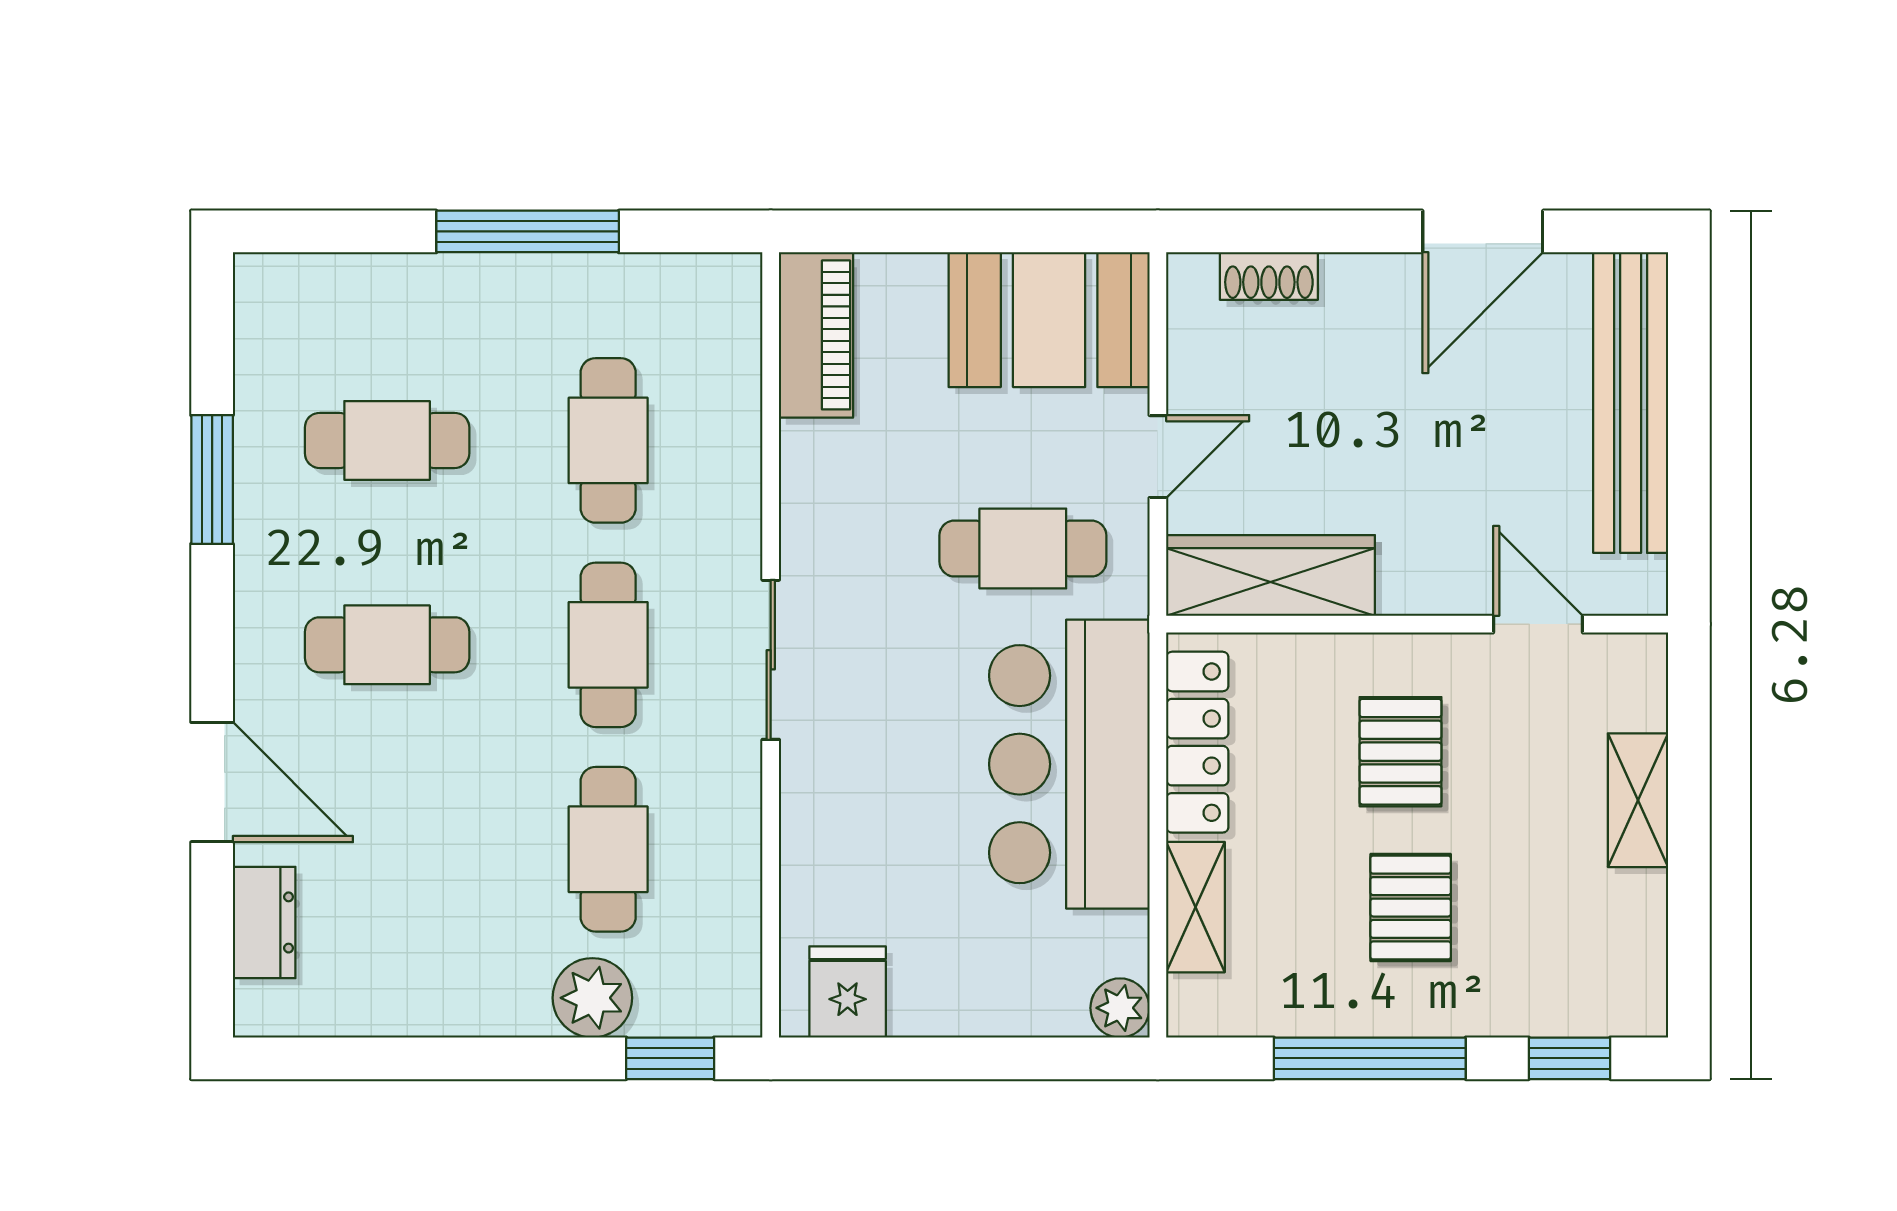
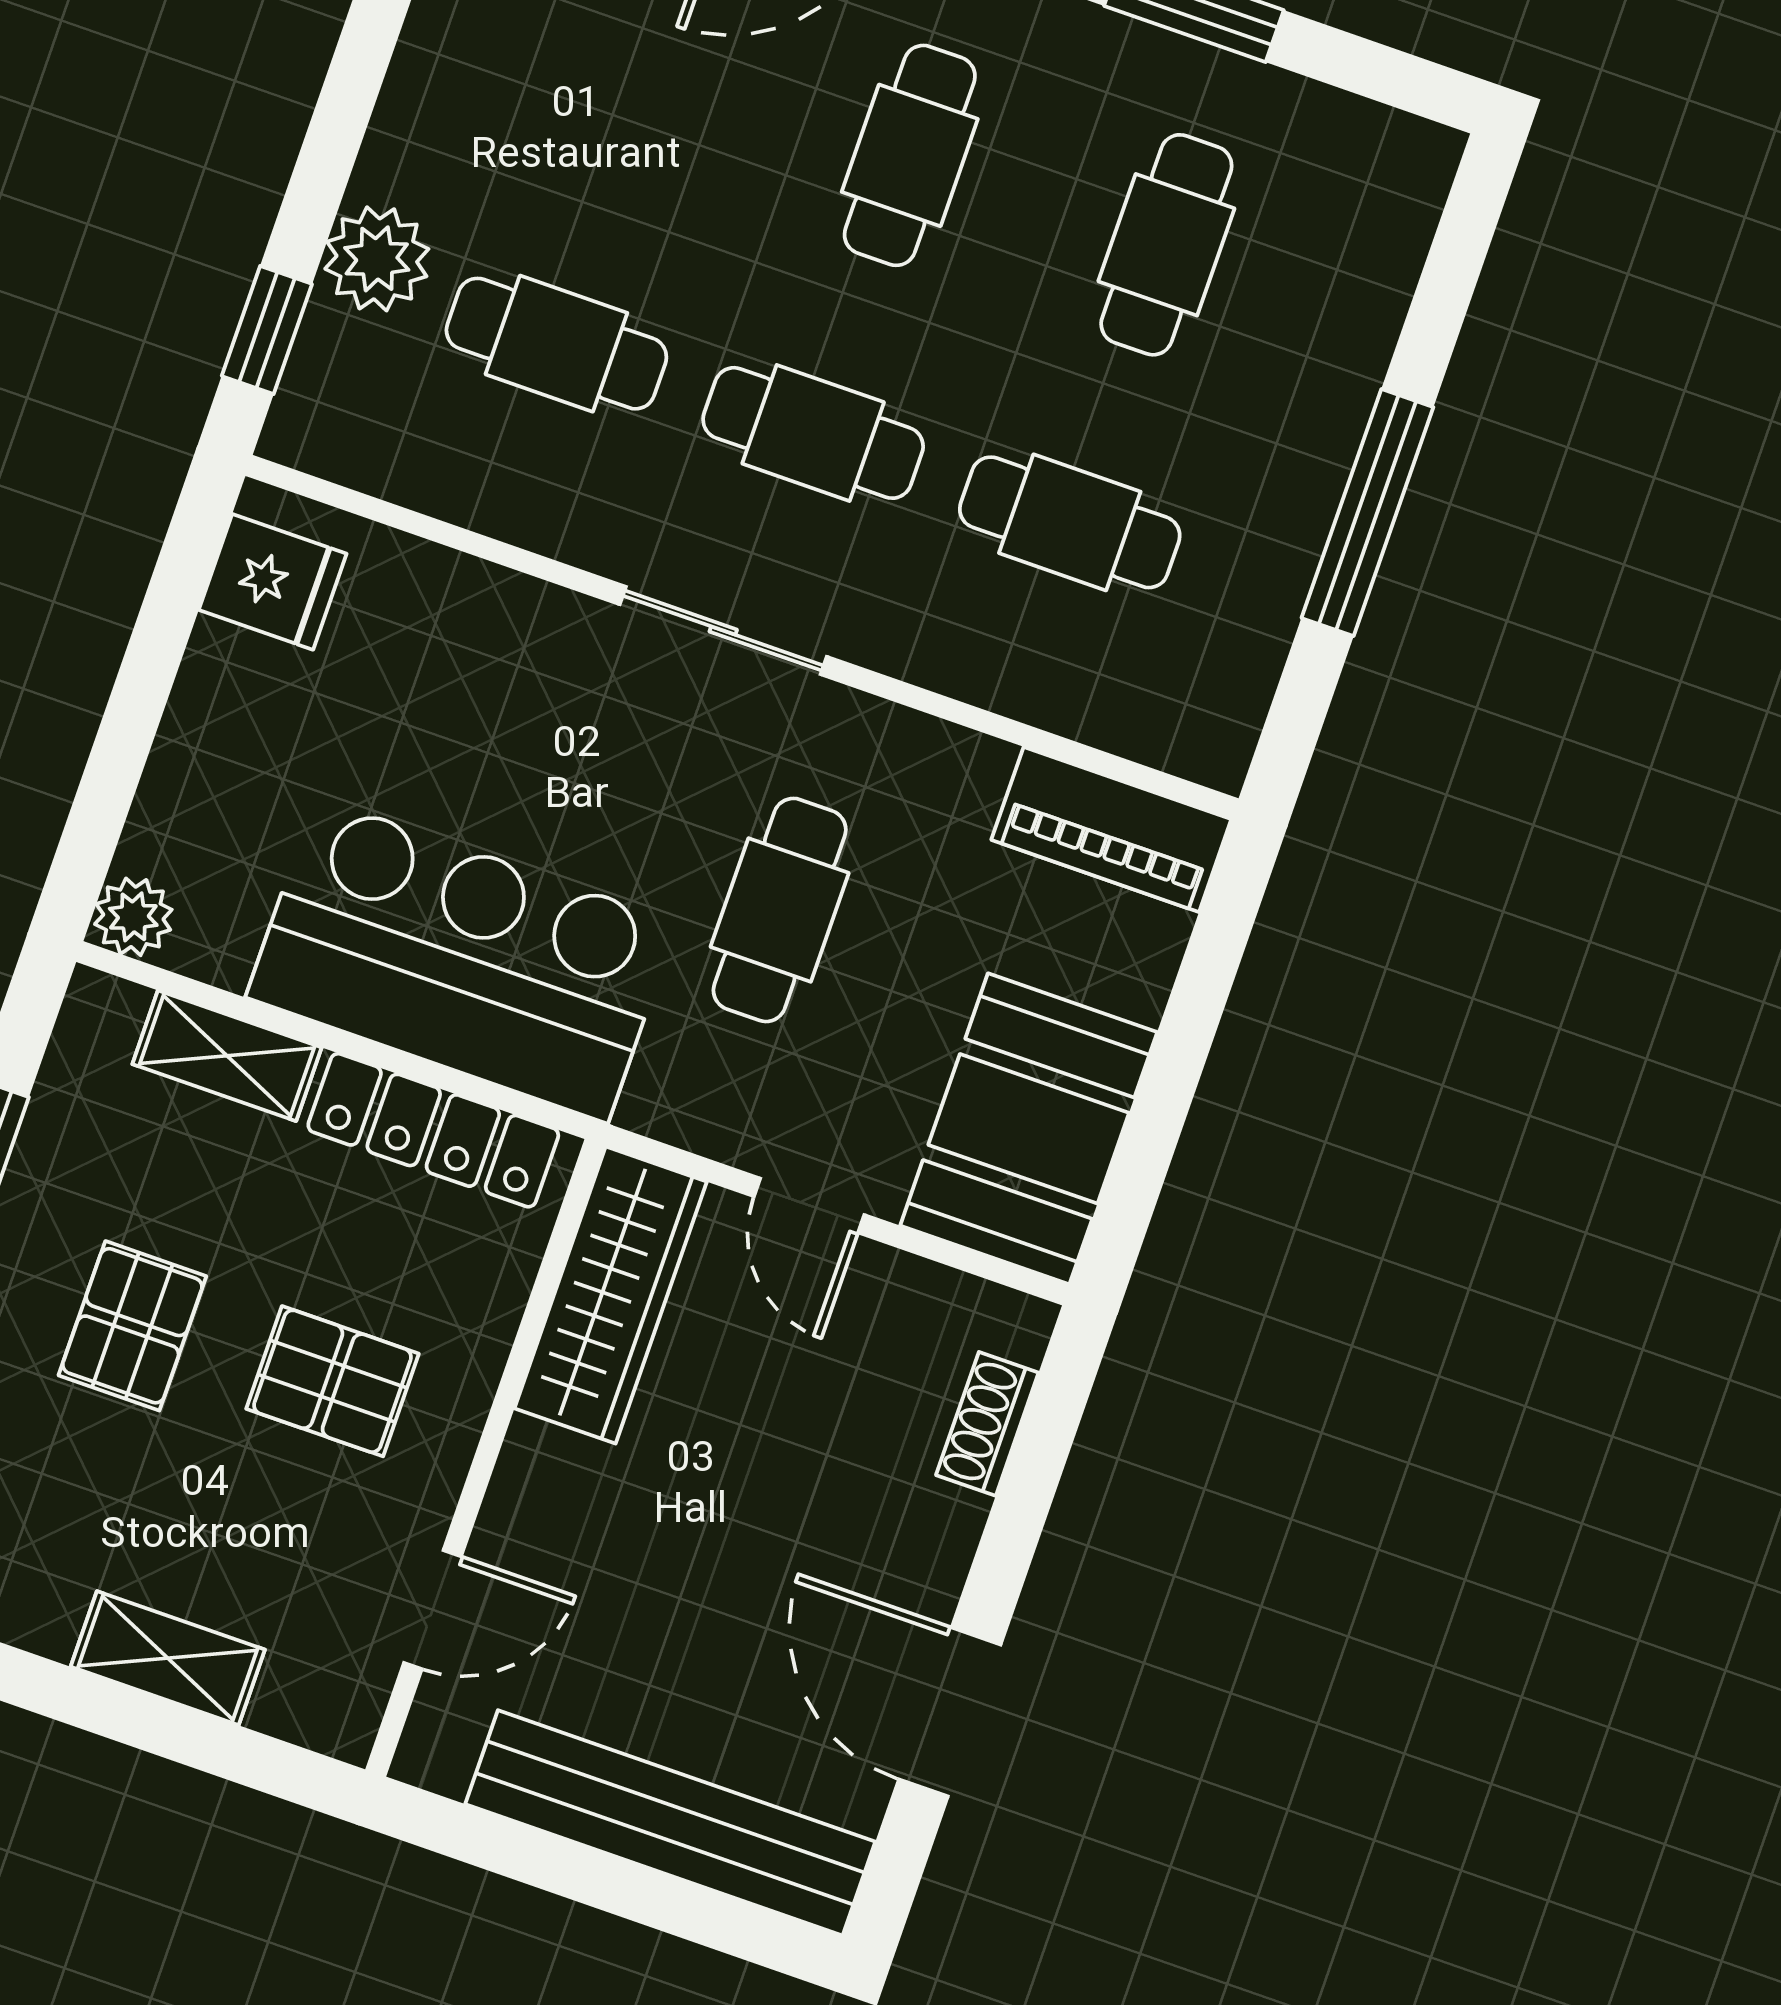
cafe table: (1023, 549) -> (780, 910), moved
pallet: (1411, 908) -> (132, 1326), turned 90

